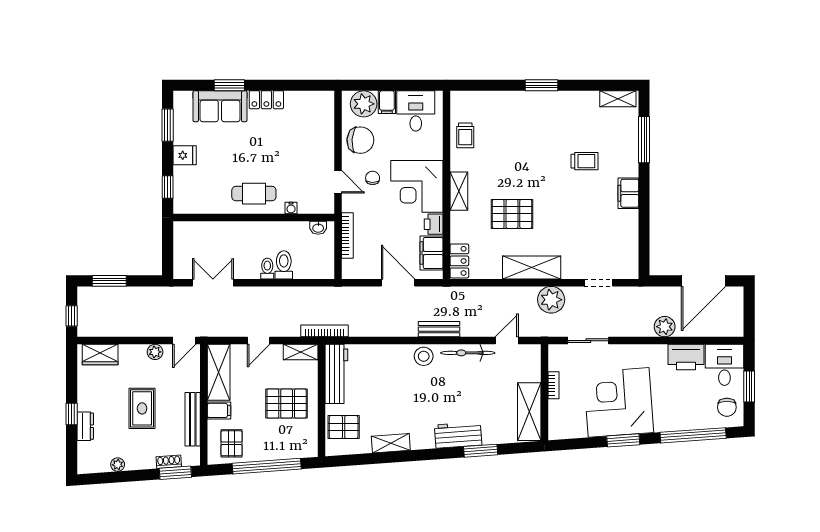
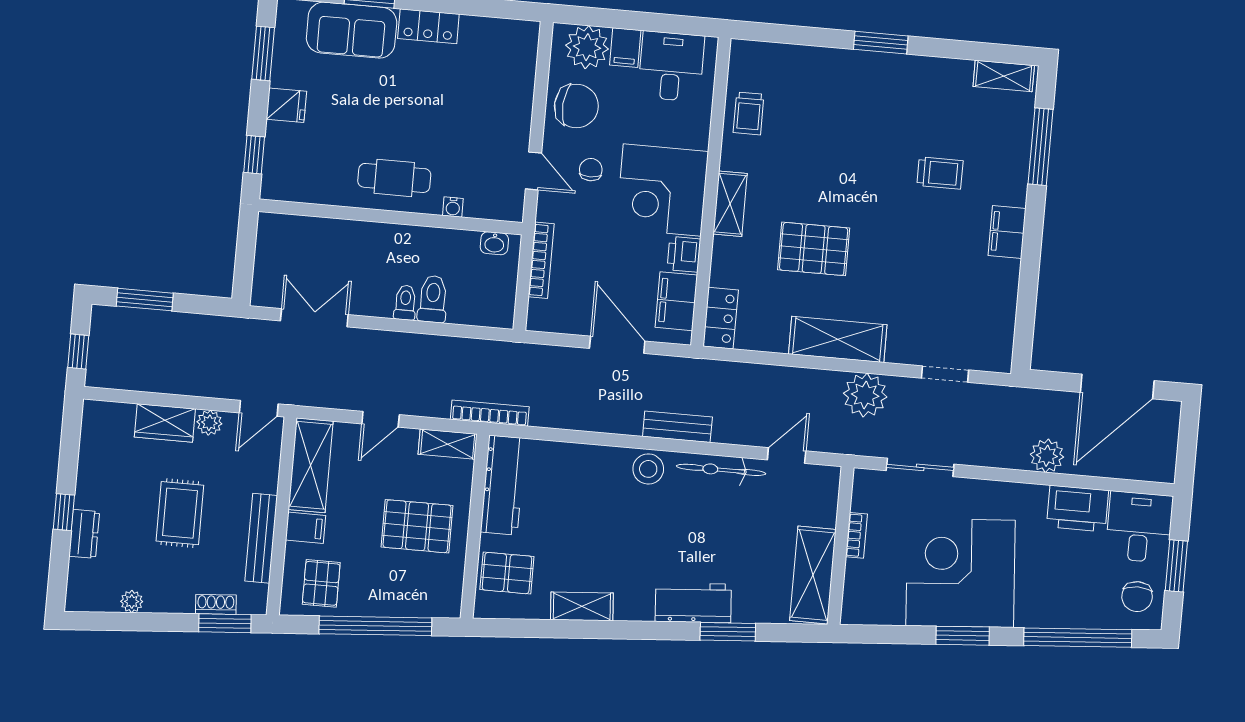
wardrobe: (100, 355) -> (165, 423), moved

